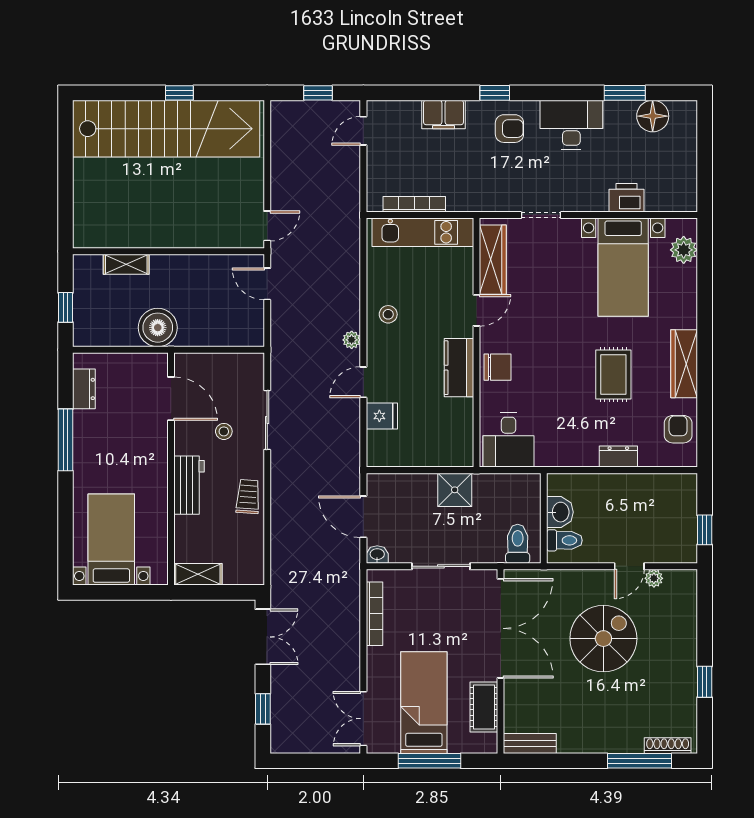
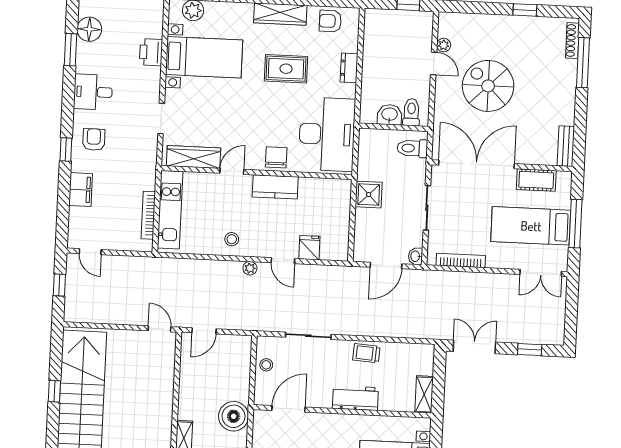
desk: (571, 125) -> (93, 92), width x0.73
door: (476, 310) -> (232, 171), hinge flipped
stool: (224, 431) -> (266, 365), moved
desk: (509, 440) -> (327, 134), width x1.87, depth x1.30

